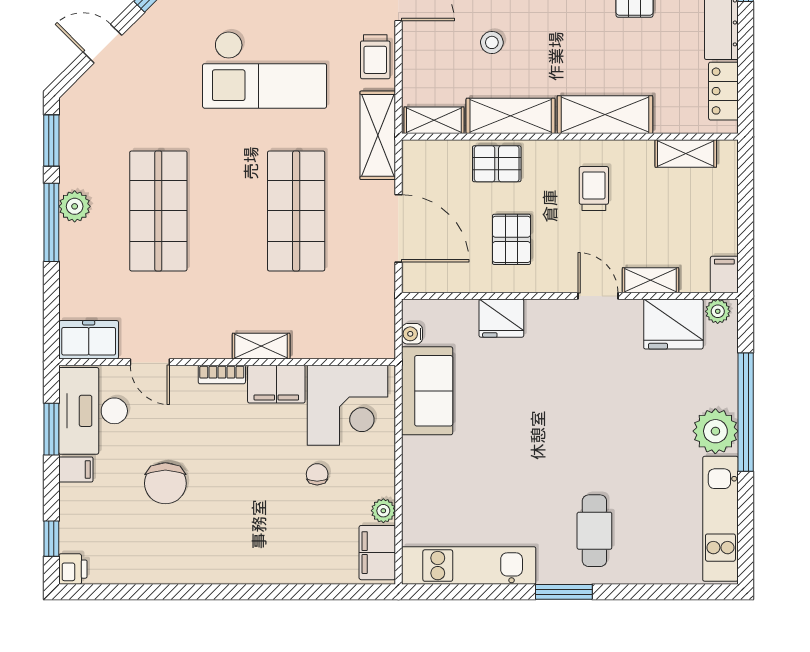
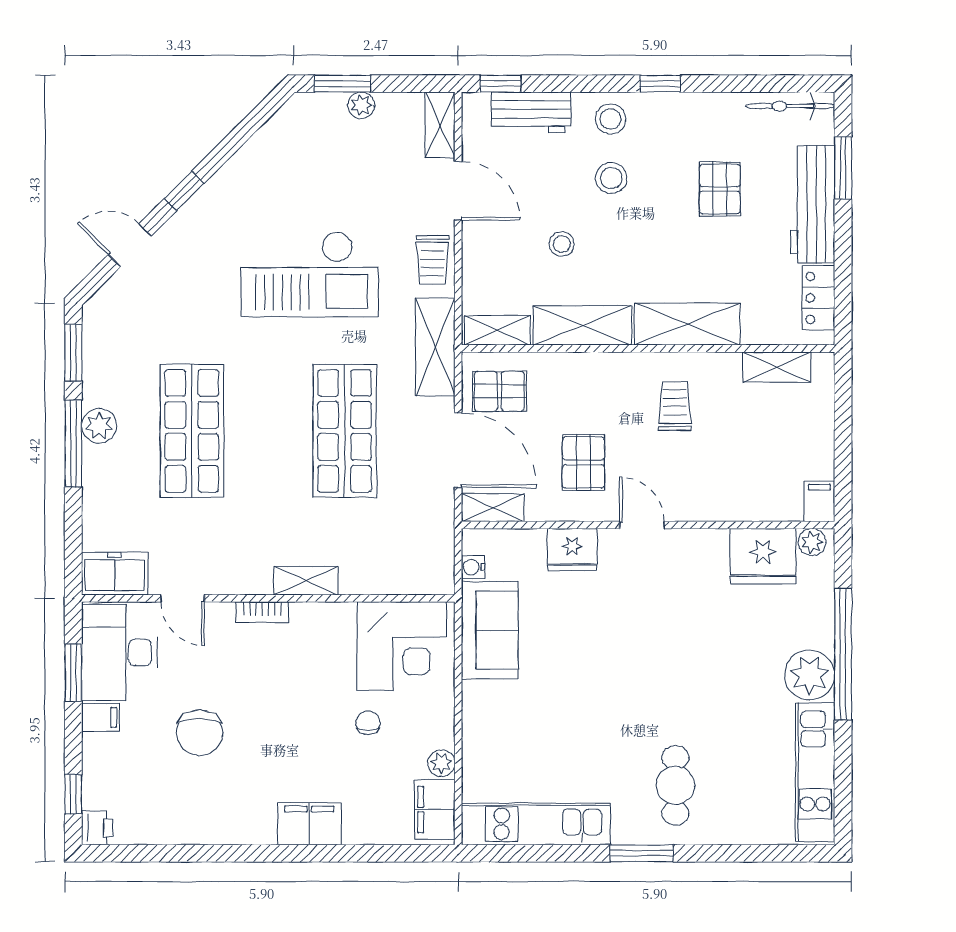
pallet: (497, 164) -> (499, 391), moved
shelving: (651, 280) -> (493, 508), moved
door: (598, 296) -> (642, 525), moved
filing cabinet: (276, 384) -> (309, 824), moved, turned 180

